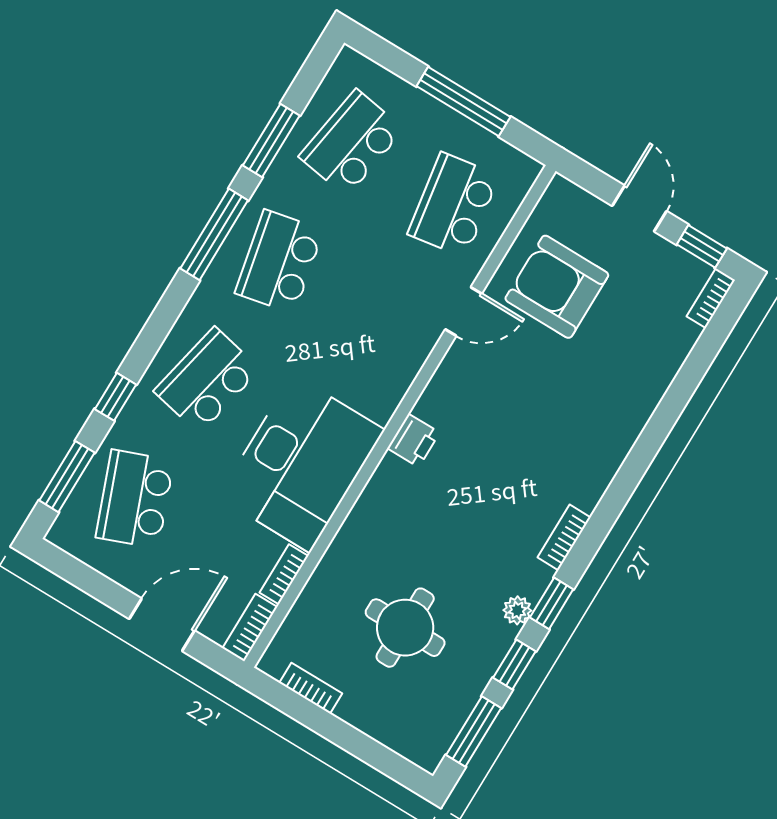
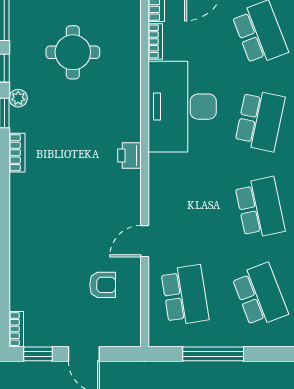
school desk: (351, 143) -> (260, 295), turned -30
armchair: (557, 287) -> (103, 285), width x0.53, depth x0.53

